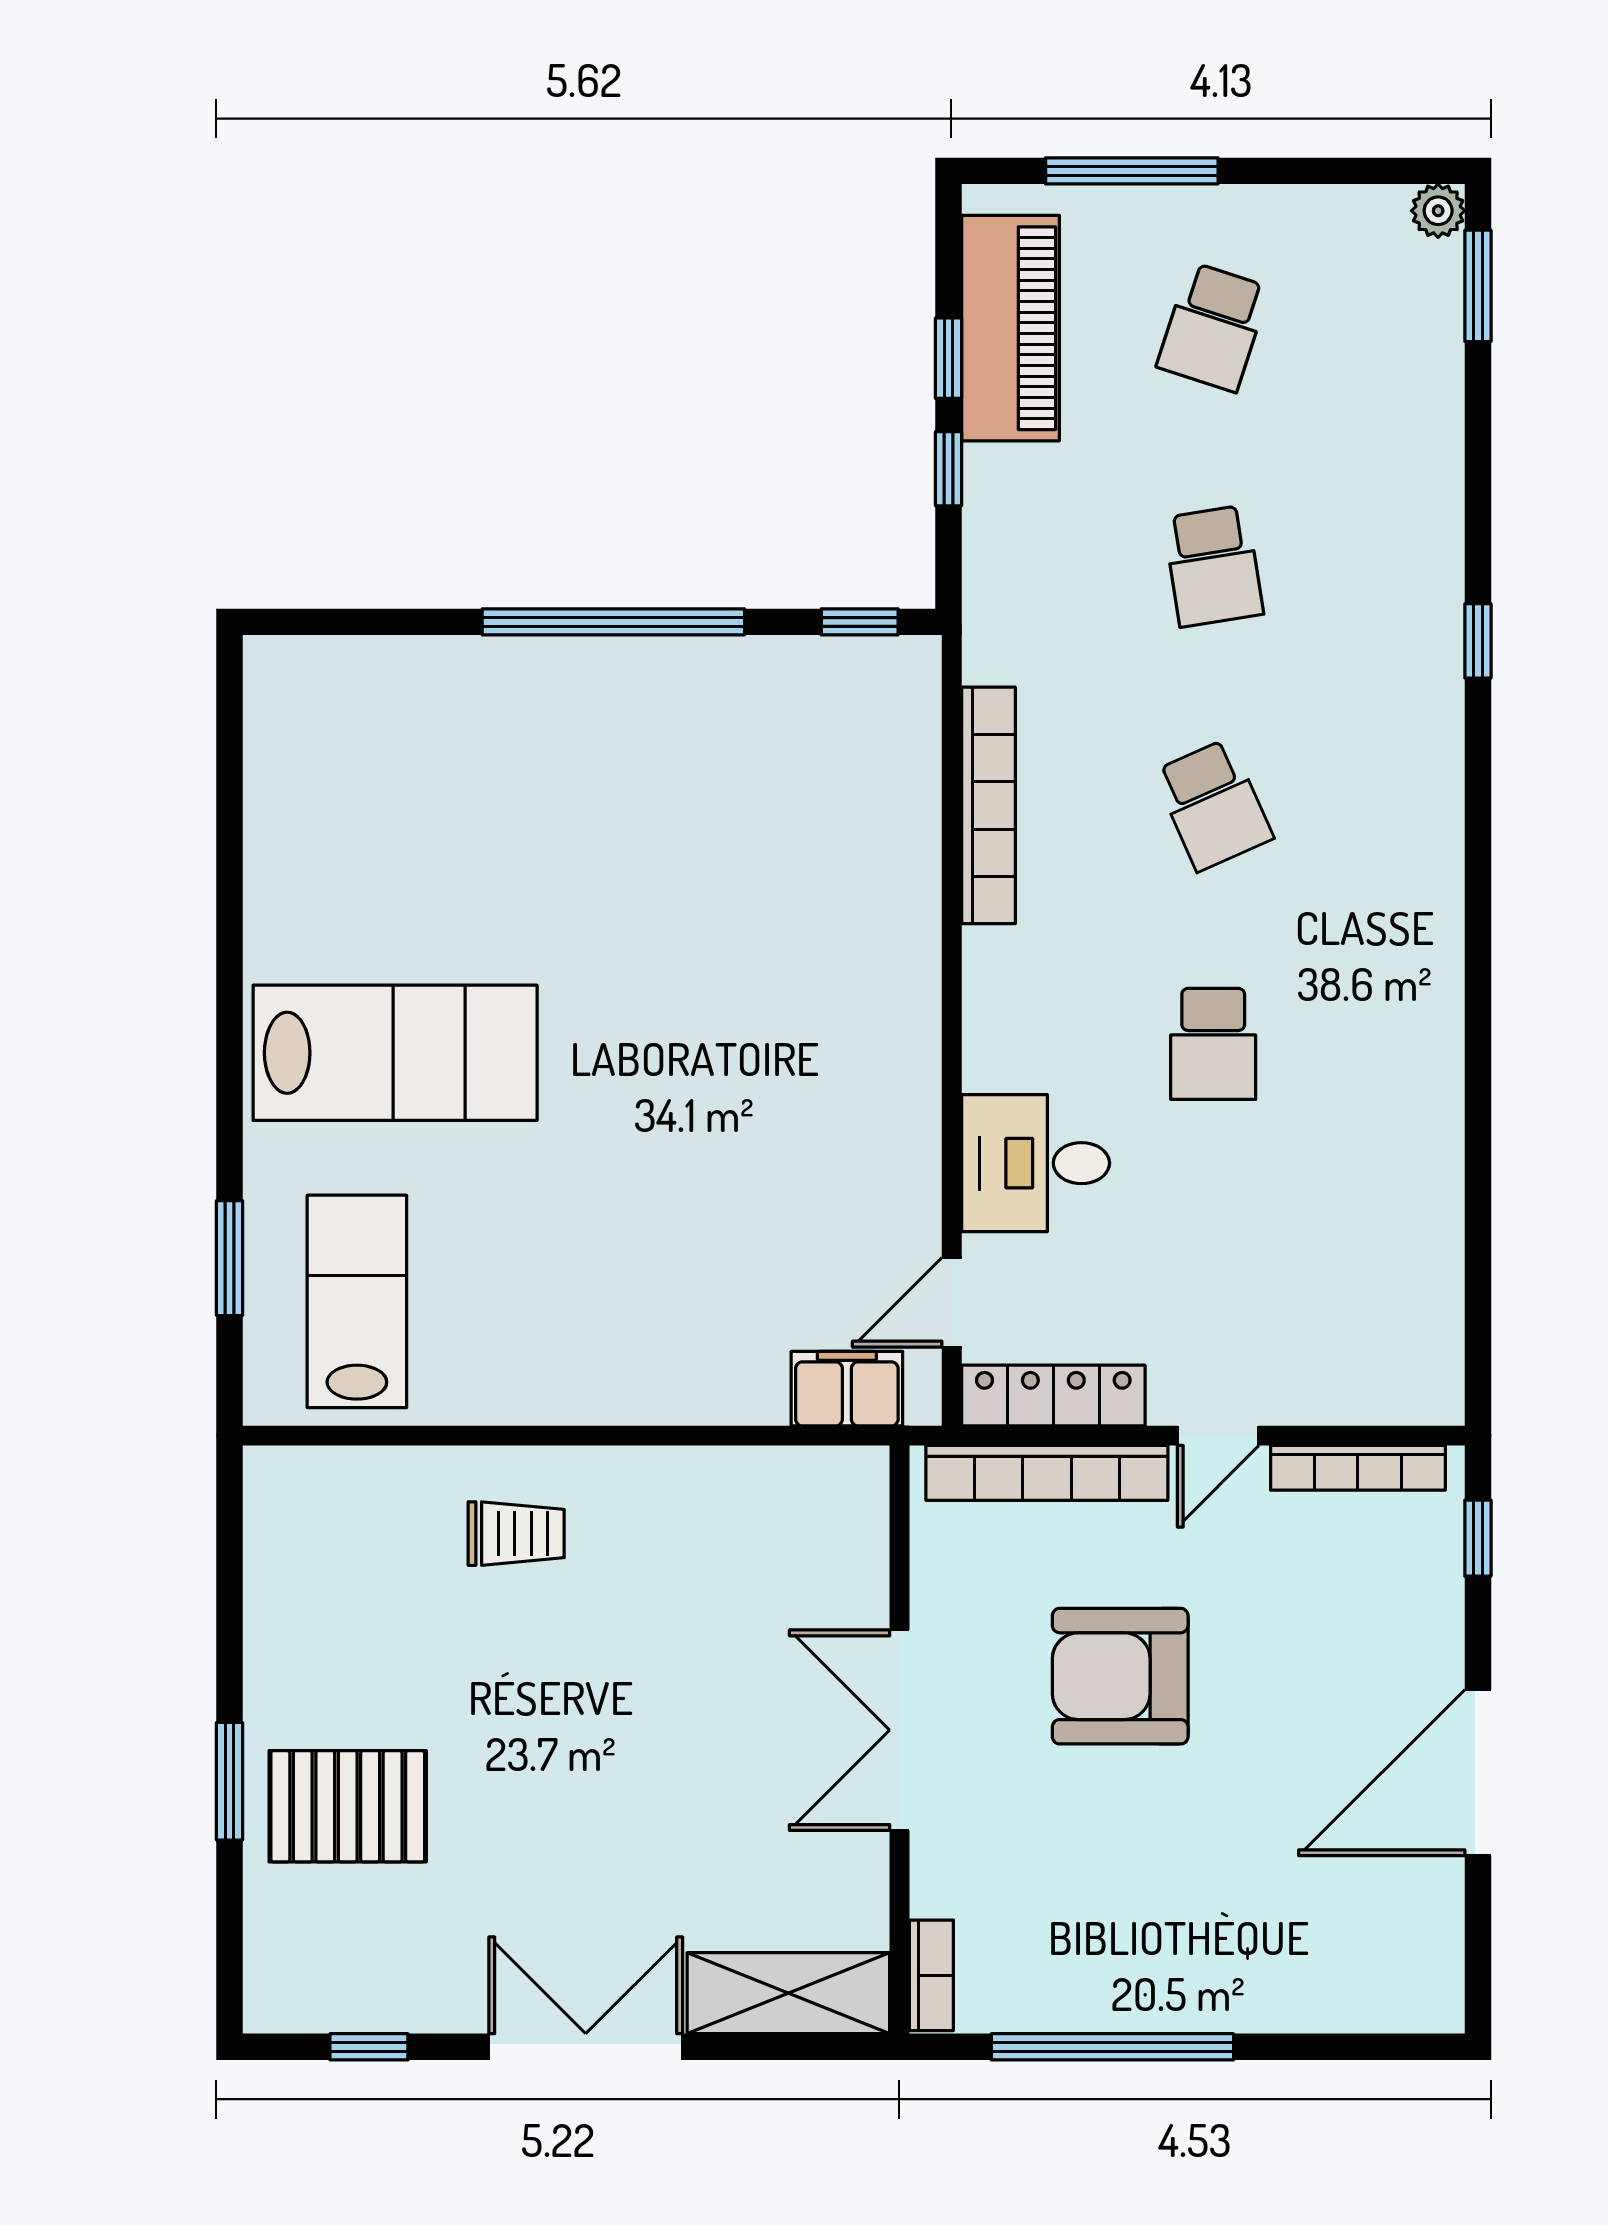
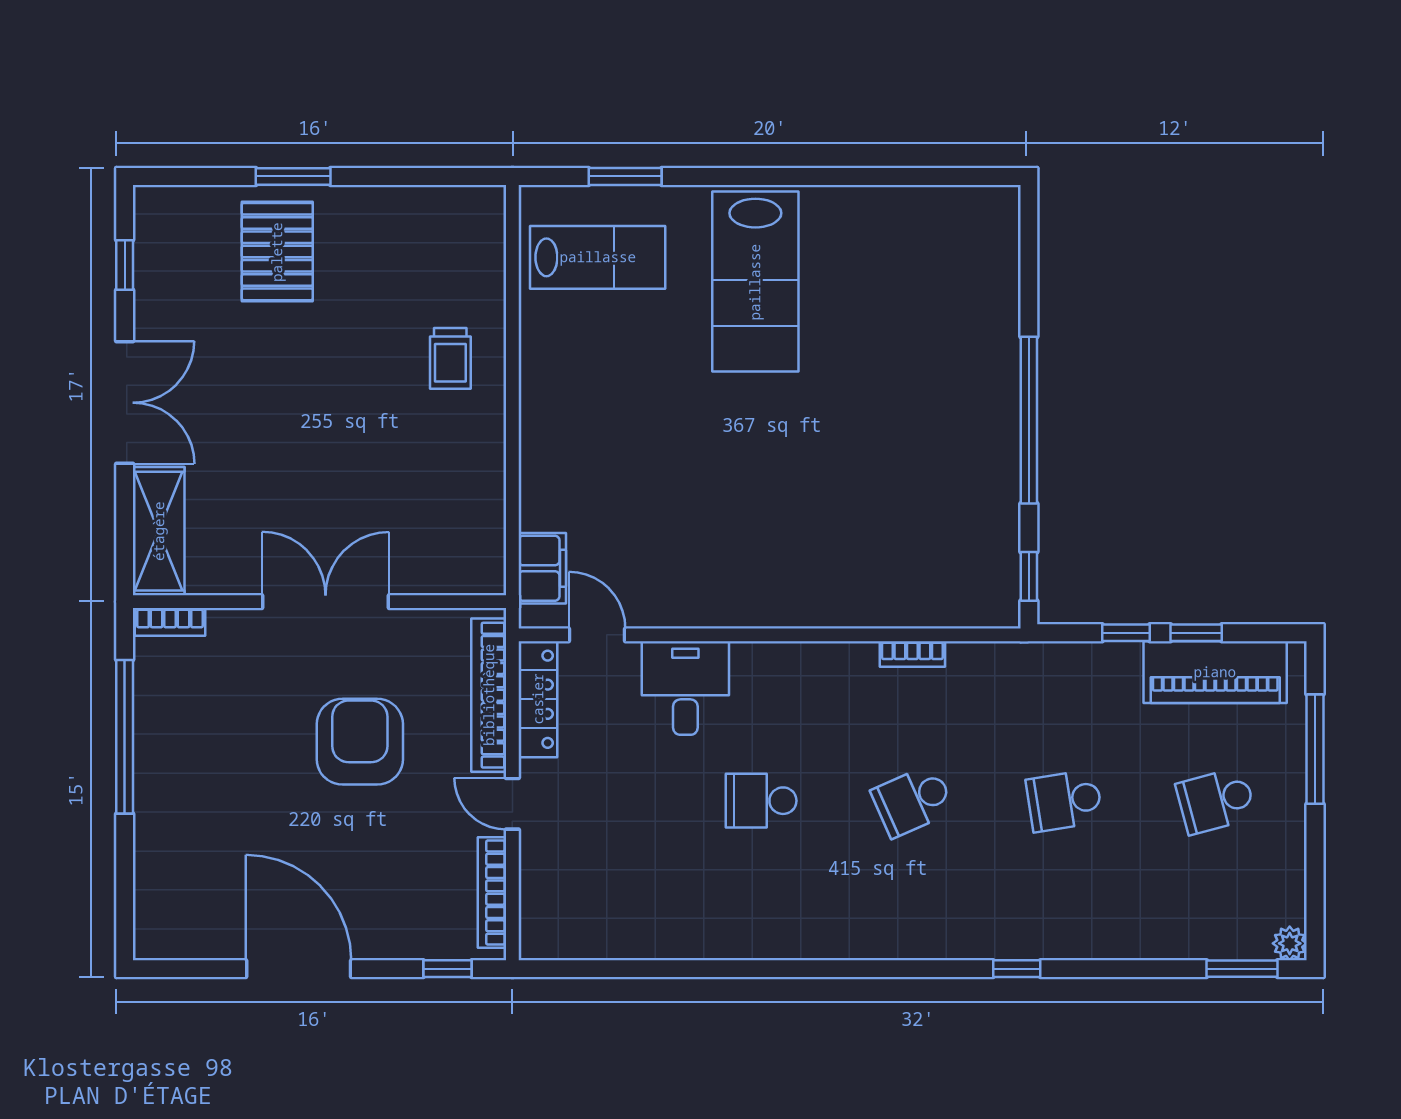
school desk: (1213, 327) -> (1216, 801), turned -33
bookcase: (988, 805) -> (912, 654), width x0.43, depth x0.76

